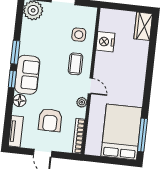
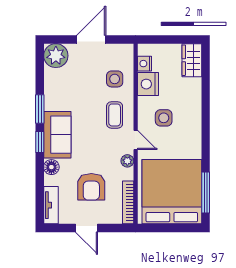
nightstand: (104, 25) -> (144, 64), added
side table: (115, 71) -> (164, 118), added
bed: (122, 132) -> (172, 192), width x1.36

